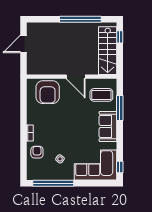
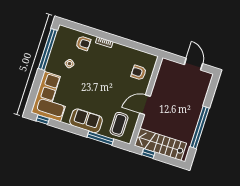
window: (120, 37) -> (148, 154), moved
armchair: (48, 92) -> (139, 73), width x0.53, depth x0.53

